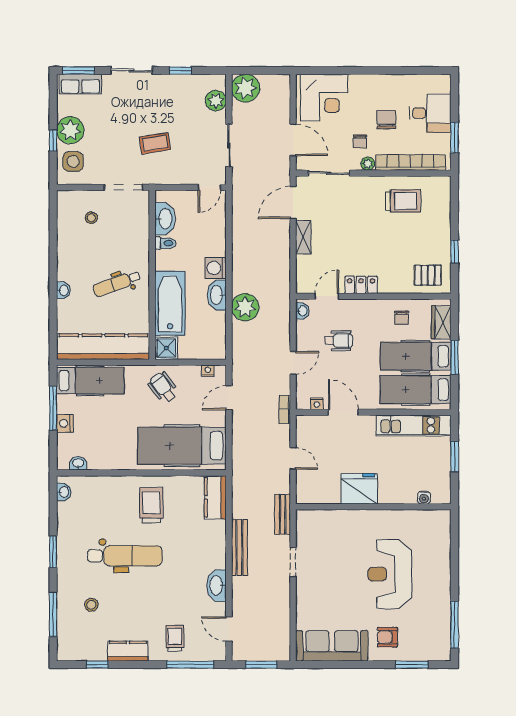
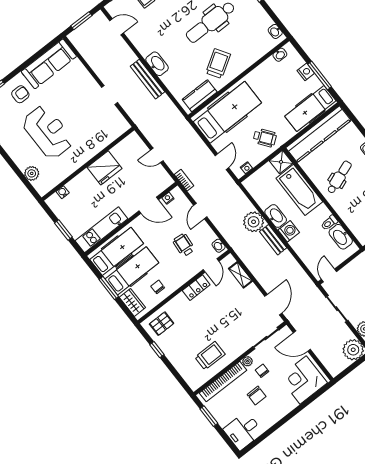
desk: (430, 113) -> (243, 431), moved
trolley: (403, 201) -> (210, 356), turned 180
shelving: (303, 237) -> (240, 275), moved
wheelchair: (339, 341) -> (184, 245), turned 95
kitchen counter: (215, 497) -> (200, 96), moved, turned -90
trolley: (151, 505) -> (218, 64), turned -122
bench: (283, 514) -> (273, 240), moved
plant: (441, 543) -> (32, 173), added
washbasin: (216, 586) -> (157, 64), moved

